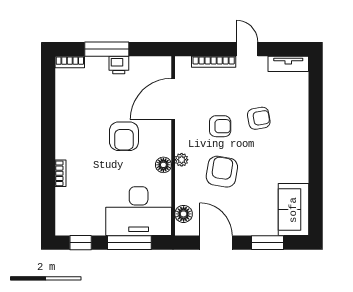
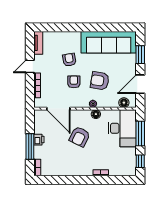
armchair: (124, 136) -> (80, 137), turned 116
sofa: (293, 210) -> (109, 42), width x1.85, depth x1.27

